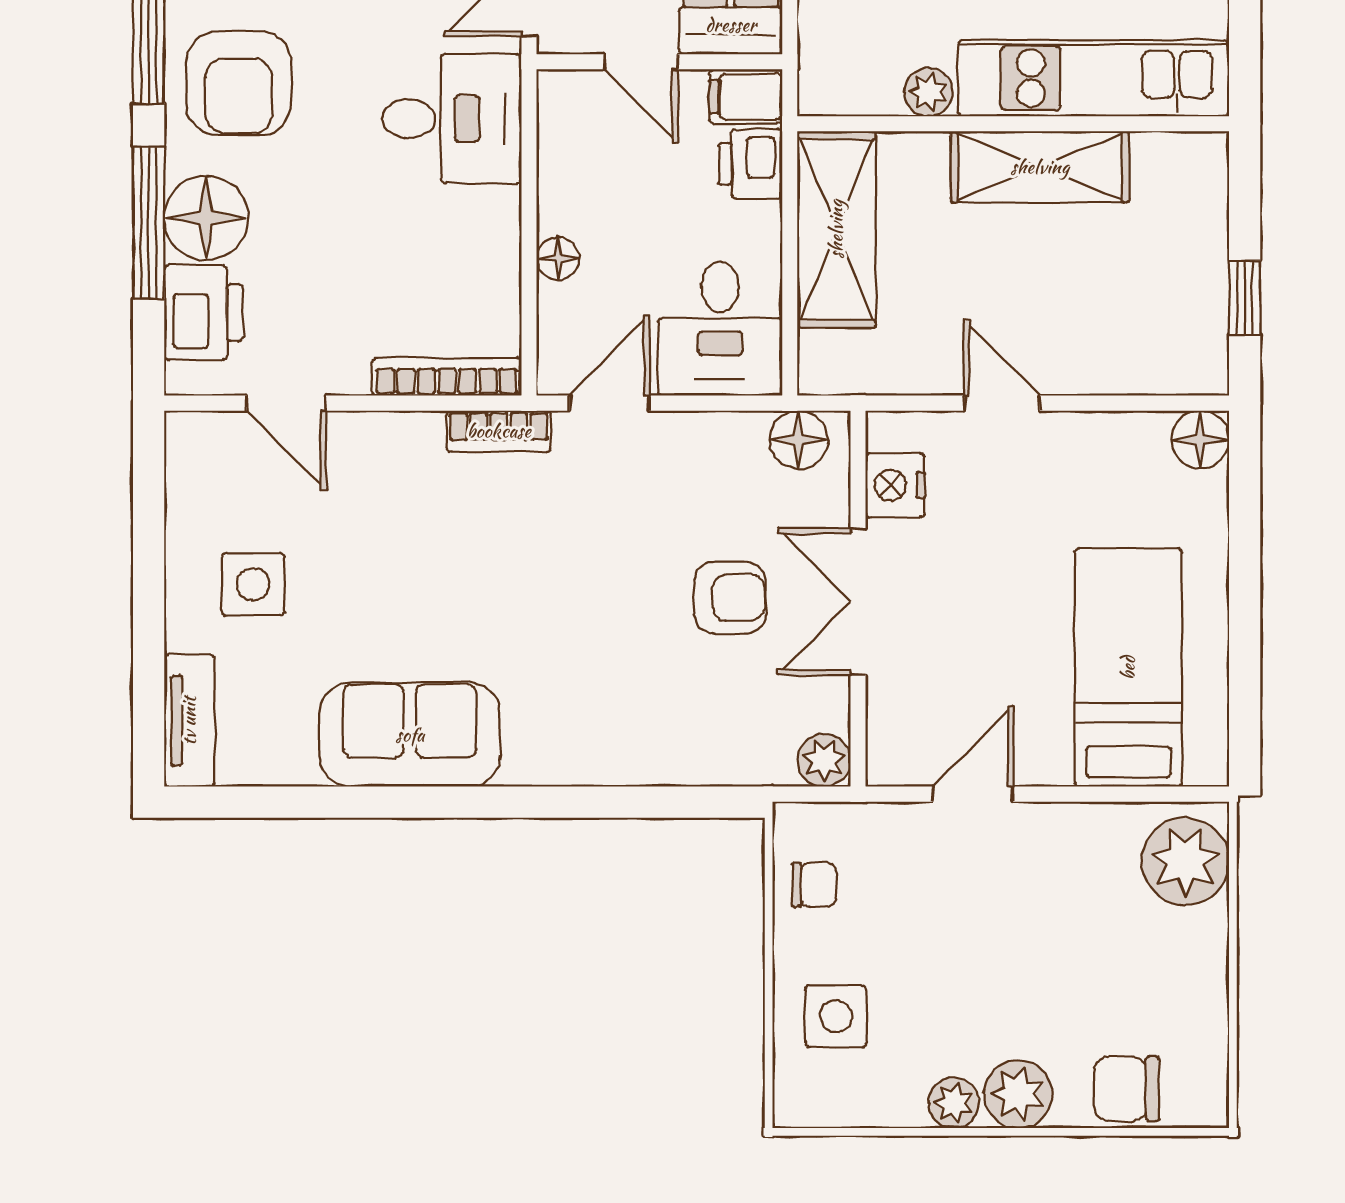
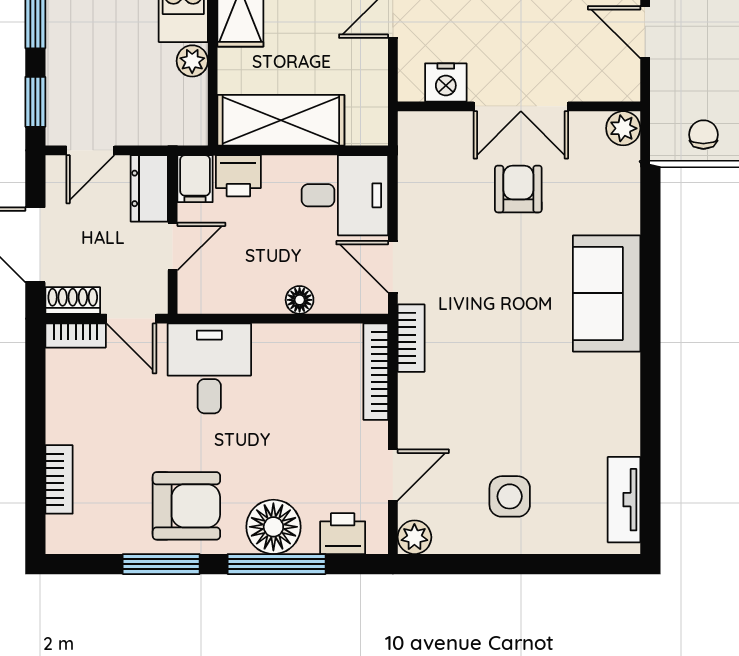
printer: (203, 313) -> (343, 534), width x0.73, depth x0.81
plant: (190, 437) -> (414, 537), added
floor lamp: (799, 440) -> (417, 145), removed
tv unit: (189, 721) -> (624, 500), moved, turned -90
sofa: (410, 735) -> (607, 293), moved

